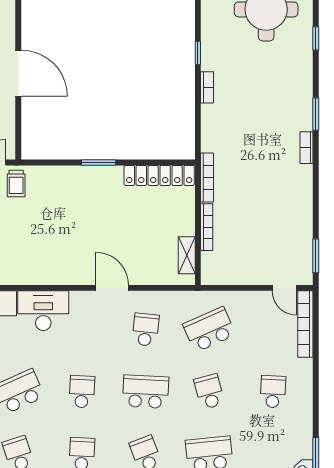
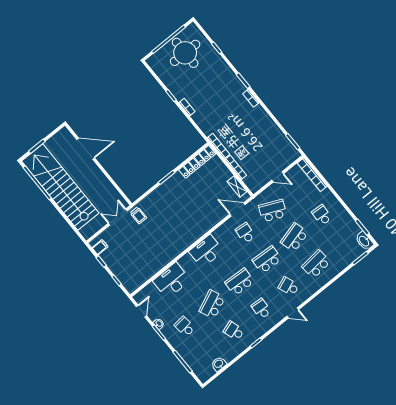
door: (18, 73) -> (86, 149), moved
door: (112, 288) -> (237, 209), moved
door: (284, 288) -> (278, 177), moved
desk: (43, 311) -> (206, 251), moved
school desk: (209, 330) -> (273, 211), turned 48
school desk: (82, 392) -> (240, 282), width x1.85
school desk: (209, 392) -> (294, 237), width x1.85

